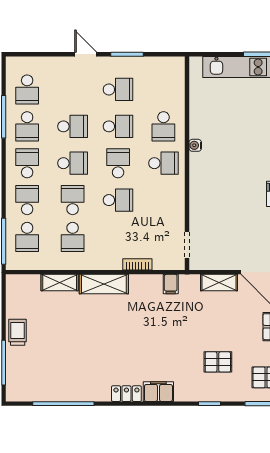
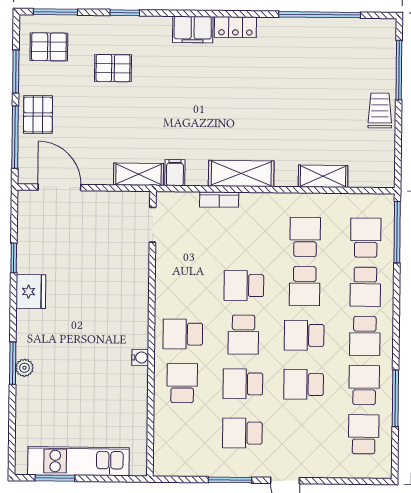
shelving: (219, 283) -> (139, 174), moved
shelving: (104, 284) -> (241, 173), moved
trolley: (18, 332) -> (380, 110), turned 180

